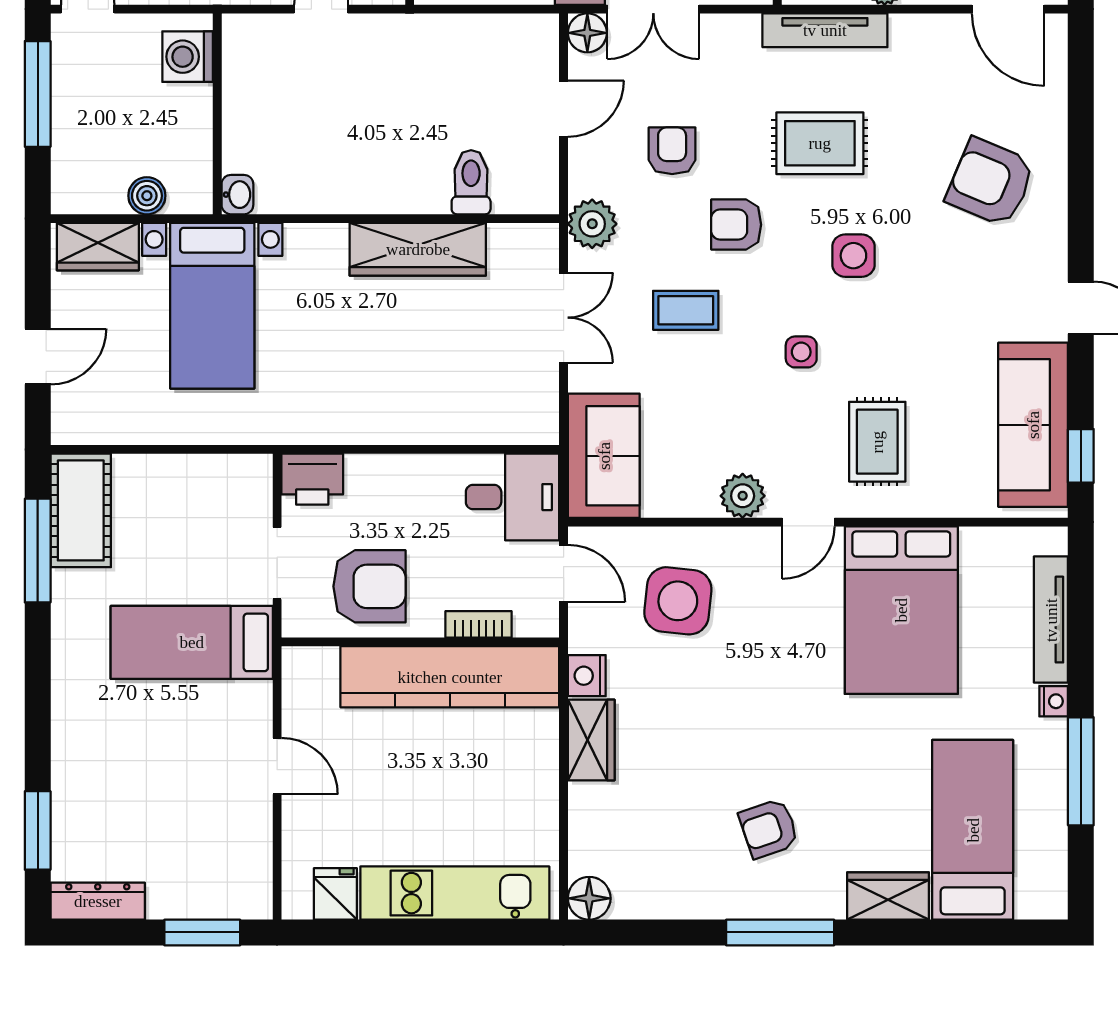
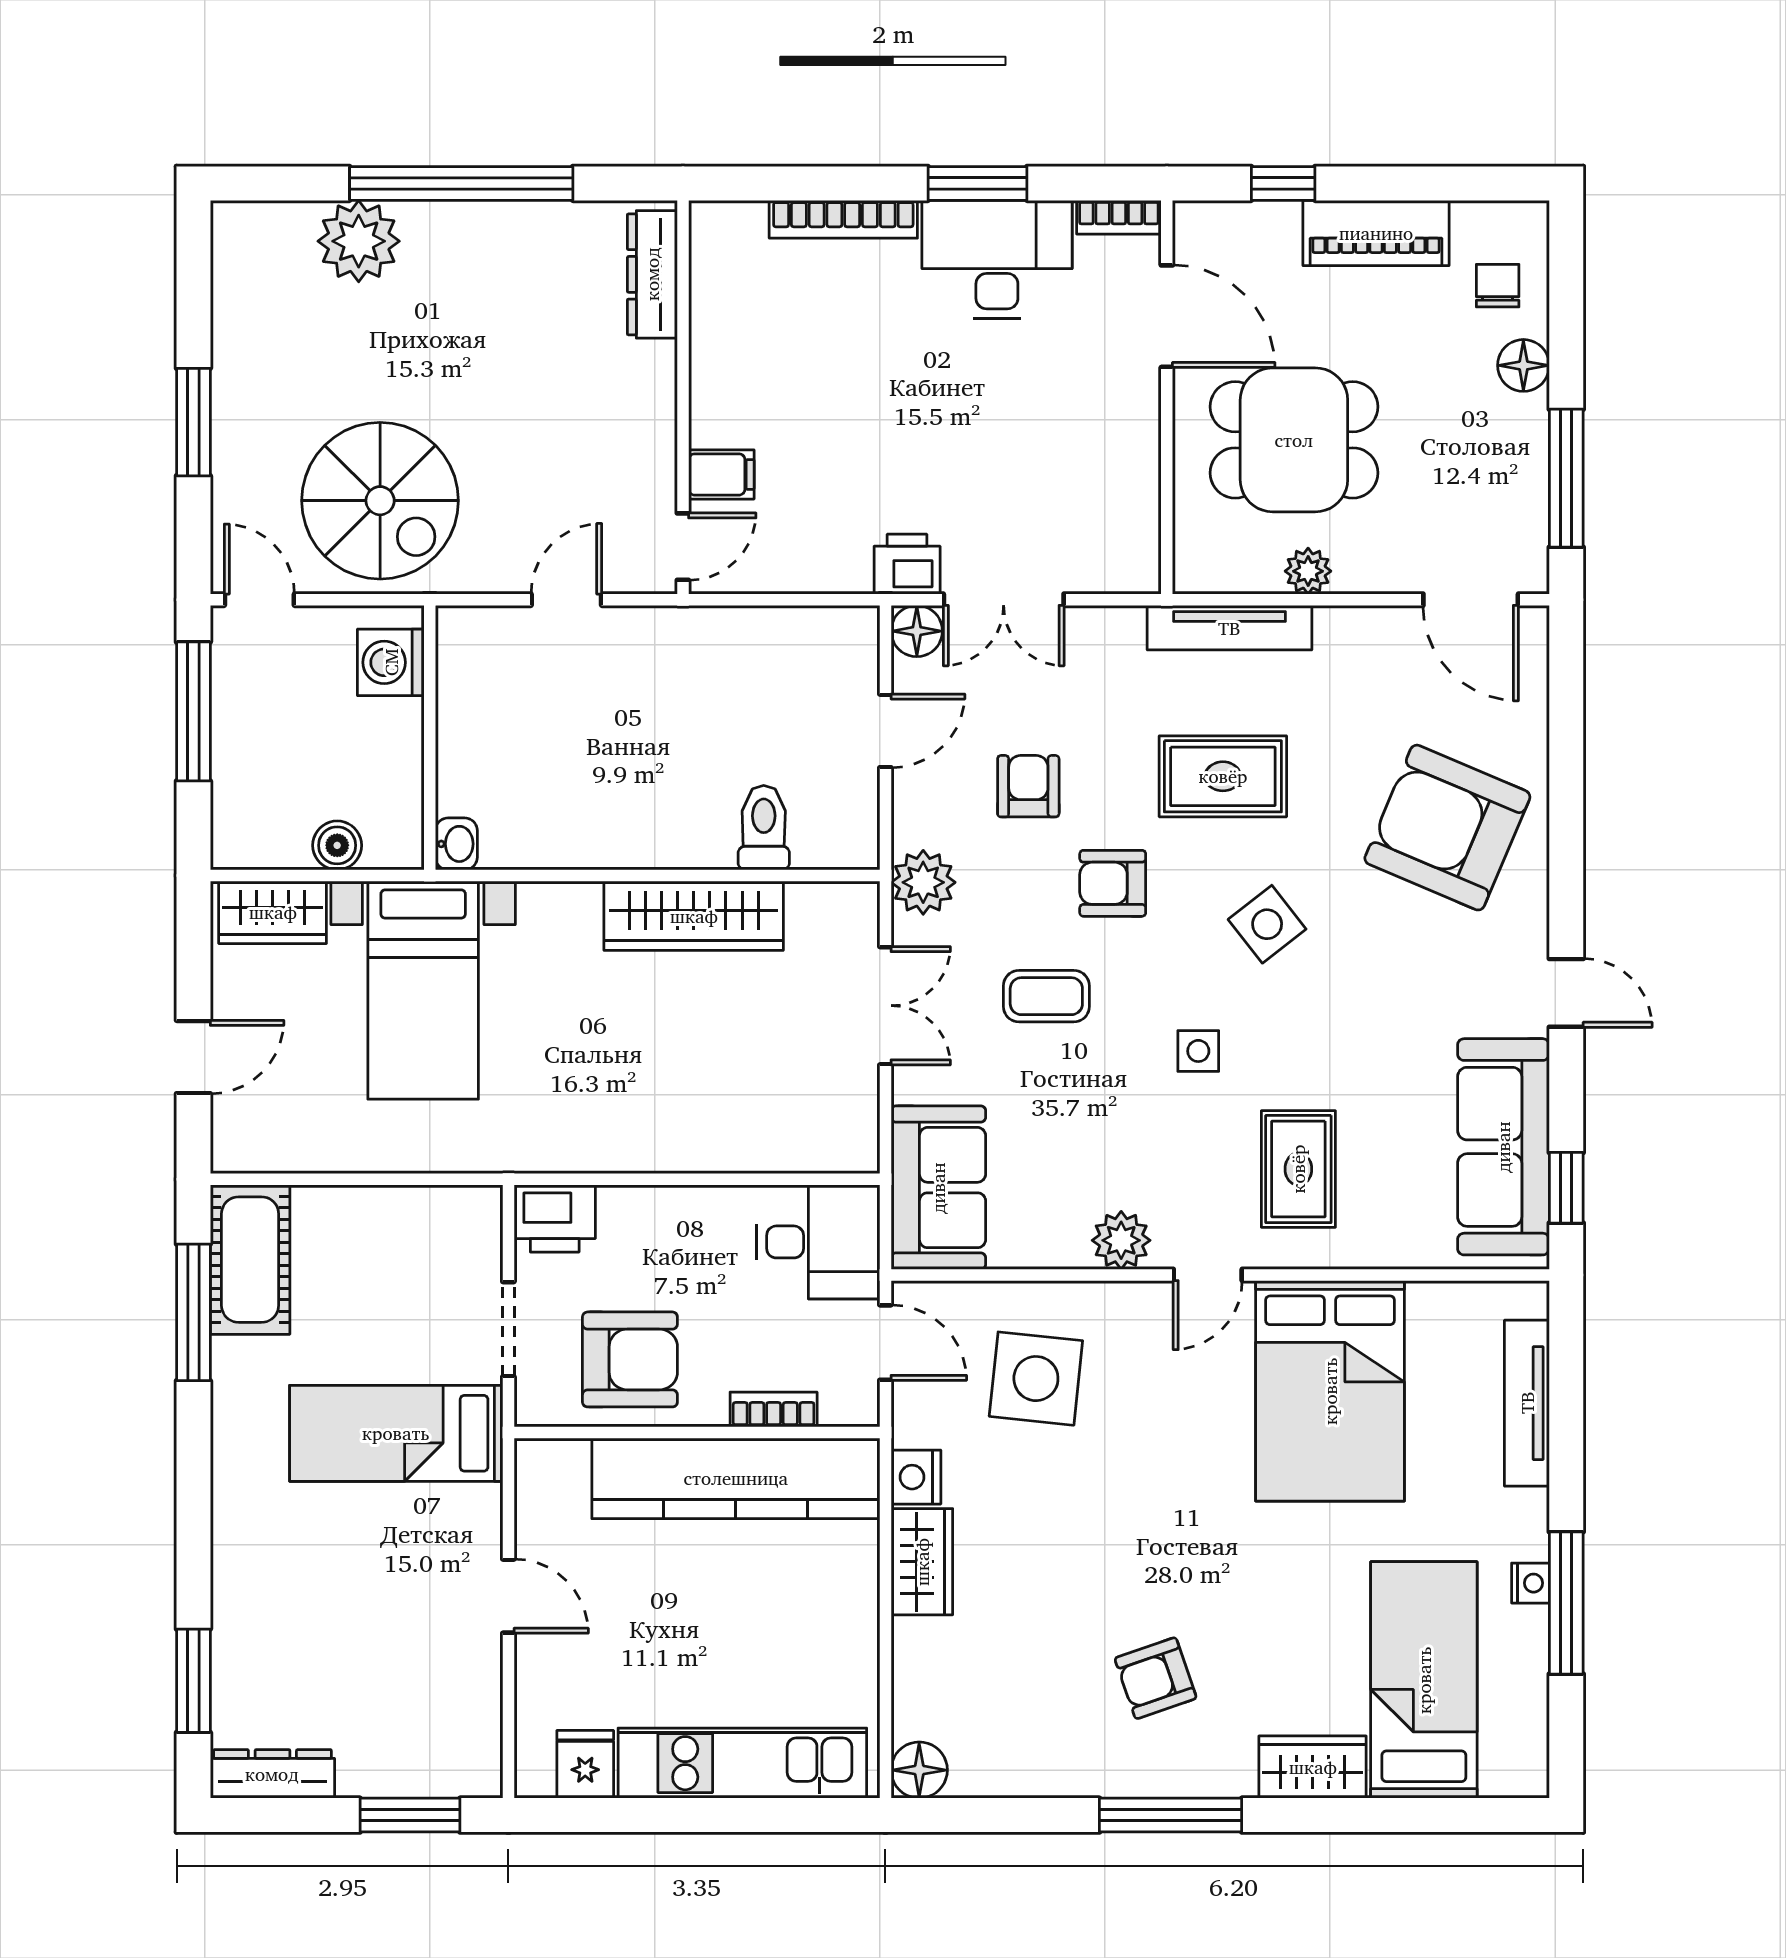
armchair: (990, 182) -> (1447, 828), width x1.36, depth x1.36
side table: (853, 256) -> (1267, 924), turned -38
nightstand: (1054, 701) -> (1530, 1583), moved

